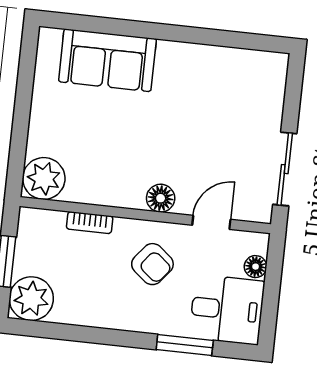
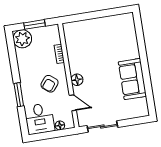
sofa: (107, 60) -> (132, 79), moved
plant: (44, 178) -> (72, 31), removed
window: (185, 345) -> (19, 95), moved

